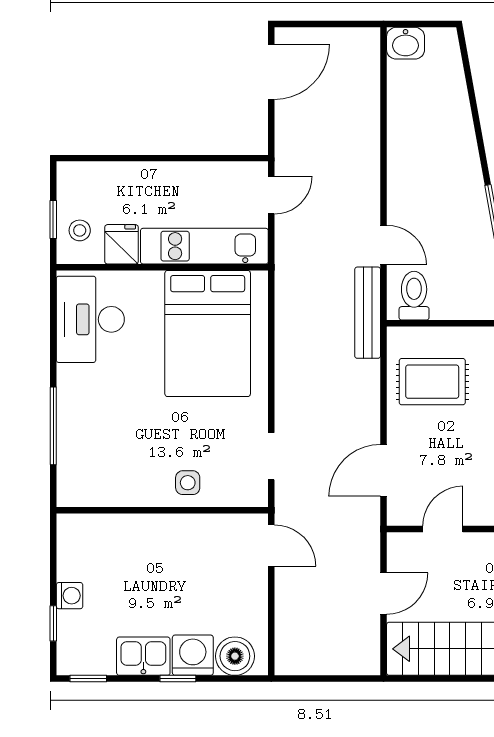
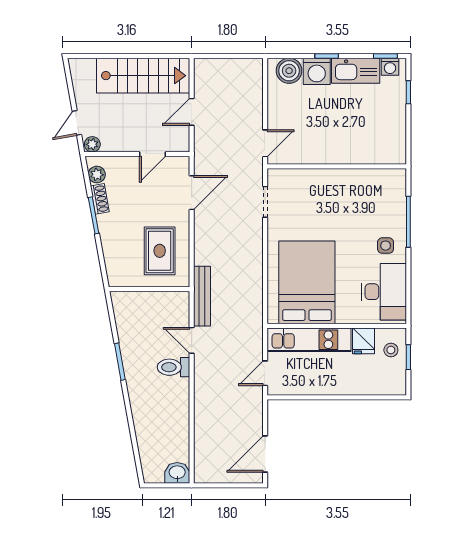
toilet: (414, 296) -> (173, 367), moved, turned 90
rug: (432, 382) -> (160, 251), turned 90
side table: (188, 483) -> (386, 246), moved
door: (271, 545) -> (265, 143), swing flipped
washing machine: (69, 596) -> (390, 67), moved, turned -90
kitchen sink: (143, 656) -> (356, 71), width x1.38

